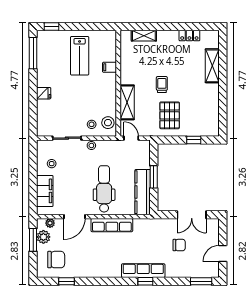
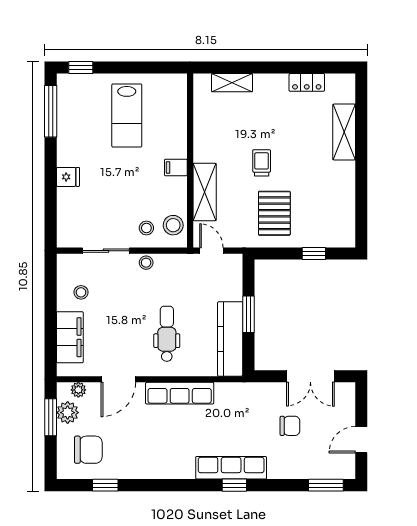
filing cabinet: (110, 67) -> (176, 168), moved
dental chair: (104, 189) -> (167, 334), width x0.73, depth x0.72

